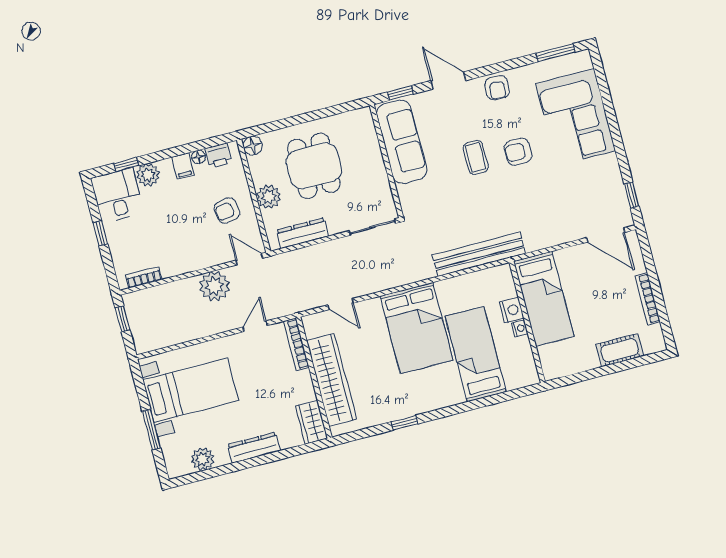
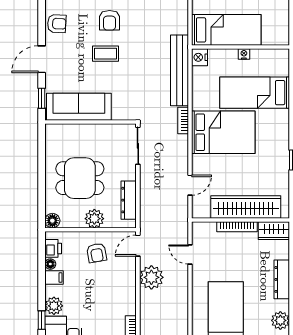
bookcase: (418, 275) -> (183, 121), added
nightstand: (512, 310) -> (200, 57), moved, turned -90
bookcase: (296, 344) -> (237, 227), moved

